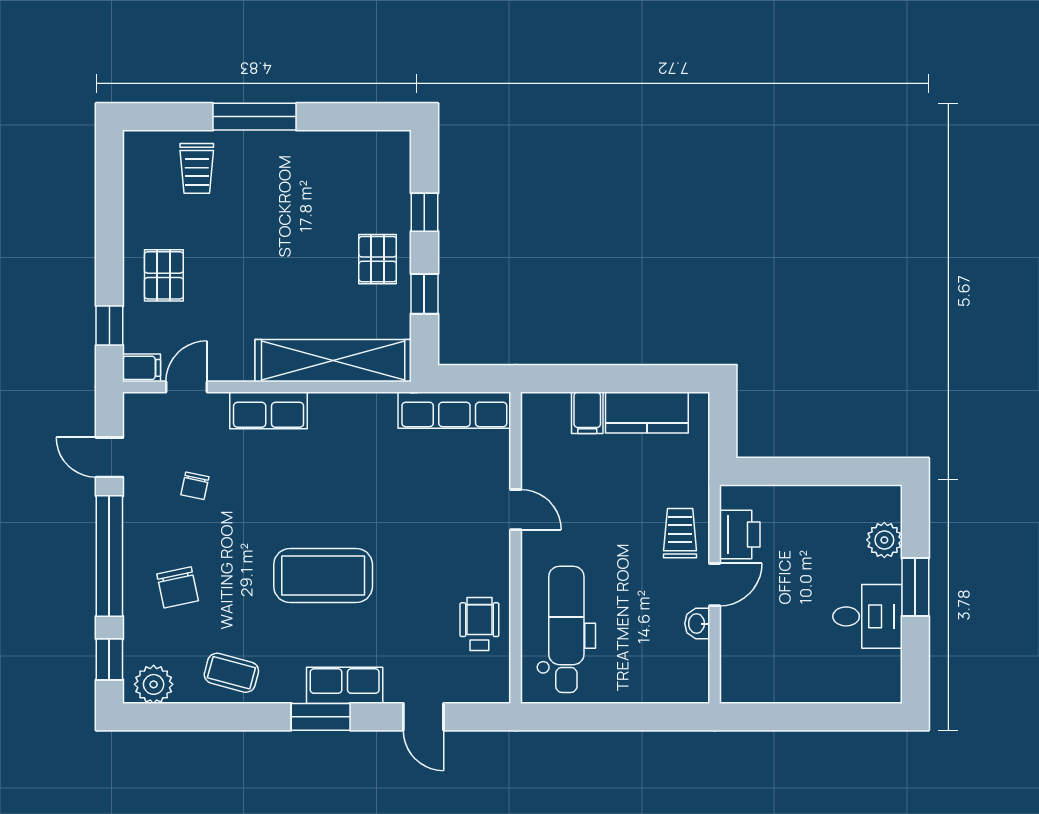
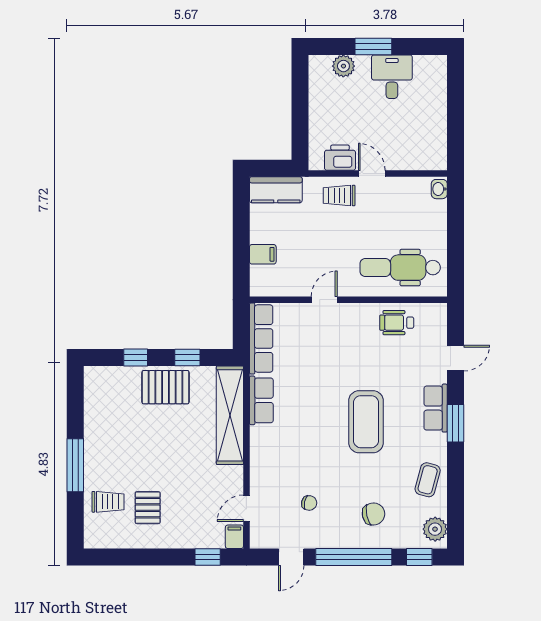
pallet: (378, 259) -> (165, 387), width x1.50, depth x1.42
pallet: (164, 275) -> (148, 508), moved, turned 90
door: (186, 387) -> (246, 508), hinge flipped
row of seats: (269, 410) -> (261, 400), moved
kitchen counter: (647, 413) -> (276, 190), moved, turned 90
washbasin: (697, 624) -> (439, 189), moved, turned 90

